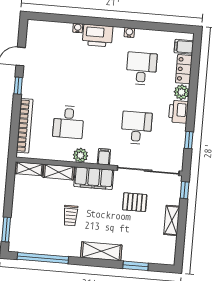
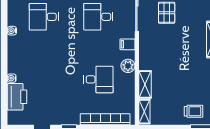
printer: (98, 36) -> (17, 97), moved
filing cabinet: (94, 178) -> (148, 52), removed
trolley: (71, 216) -> (194, 111), moved

